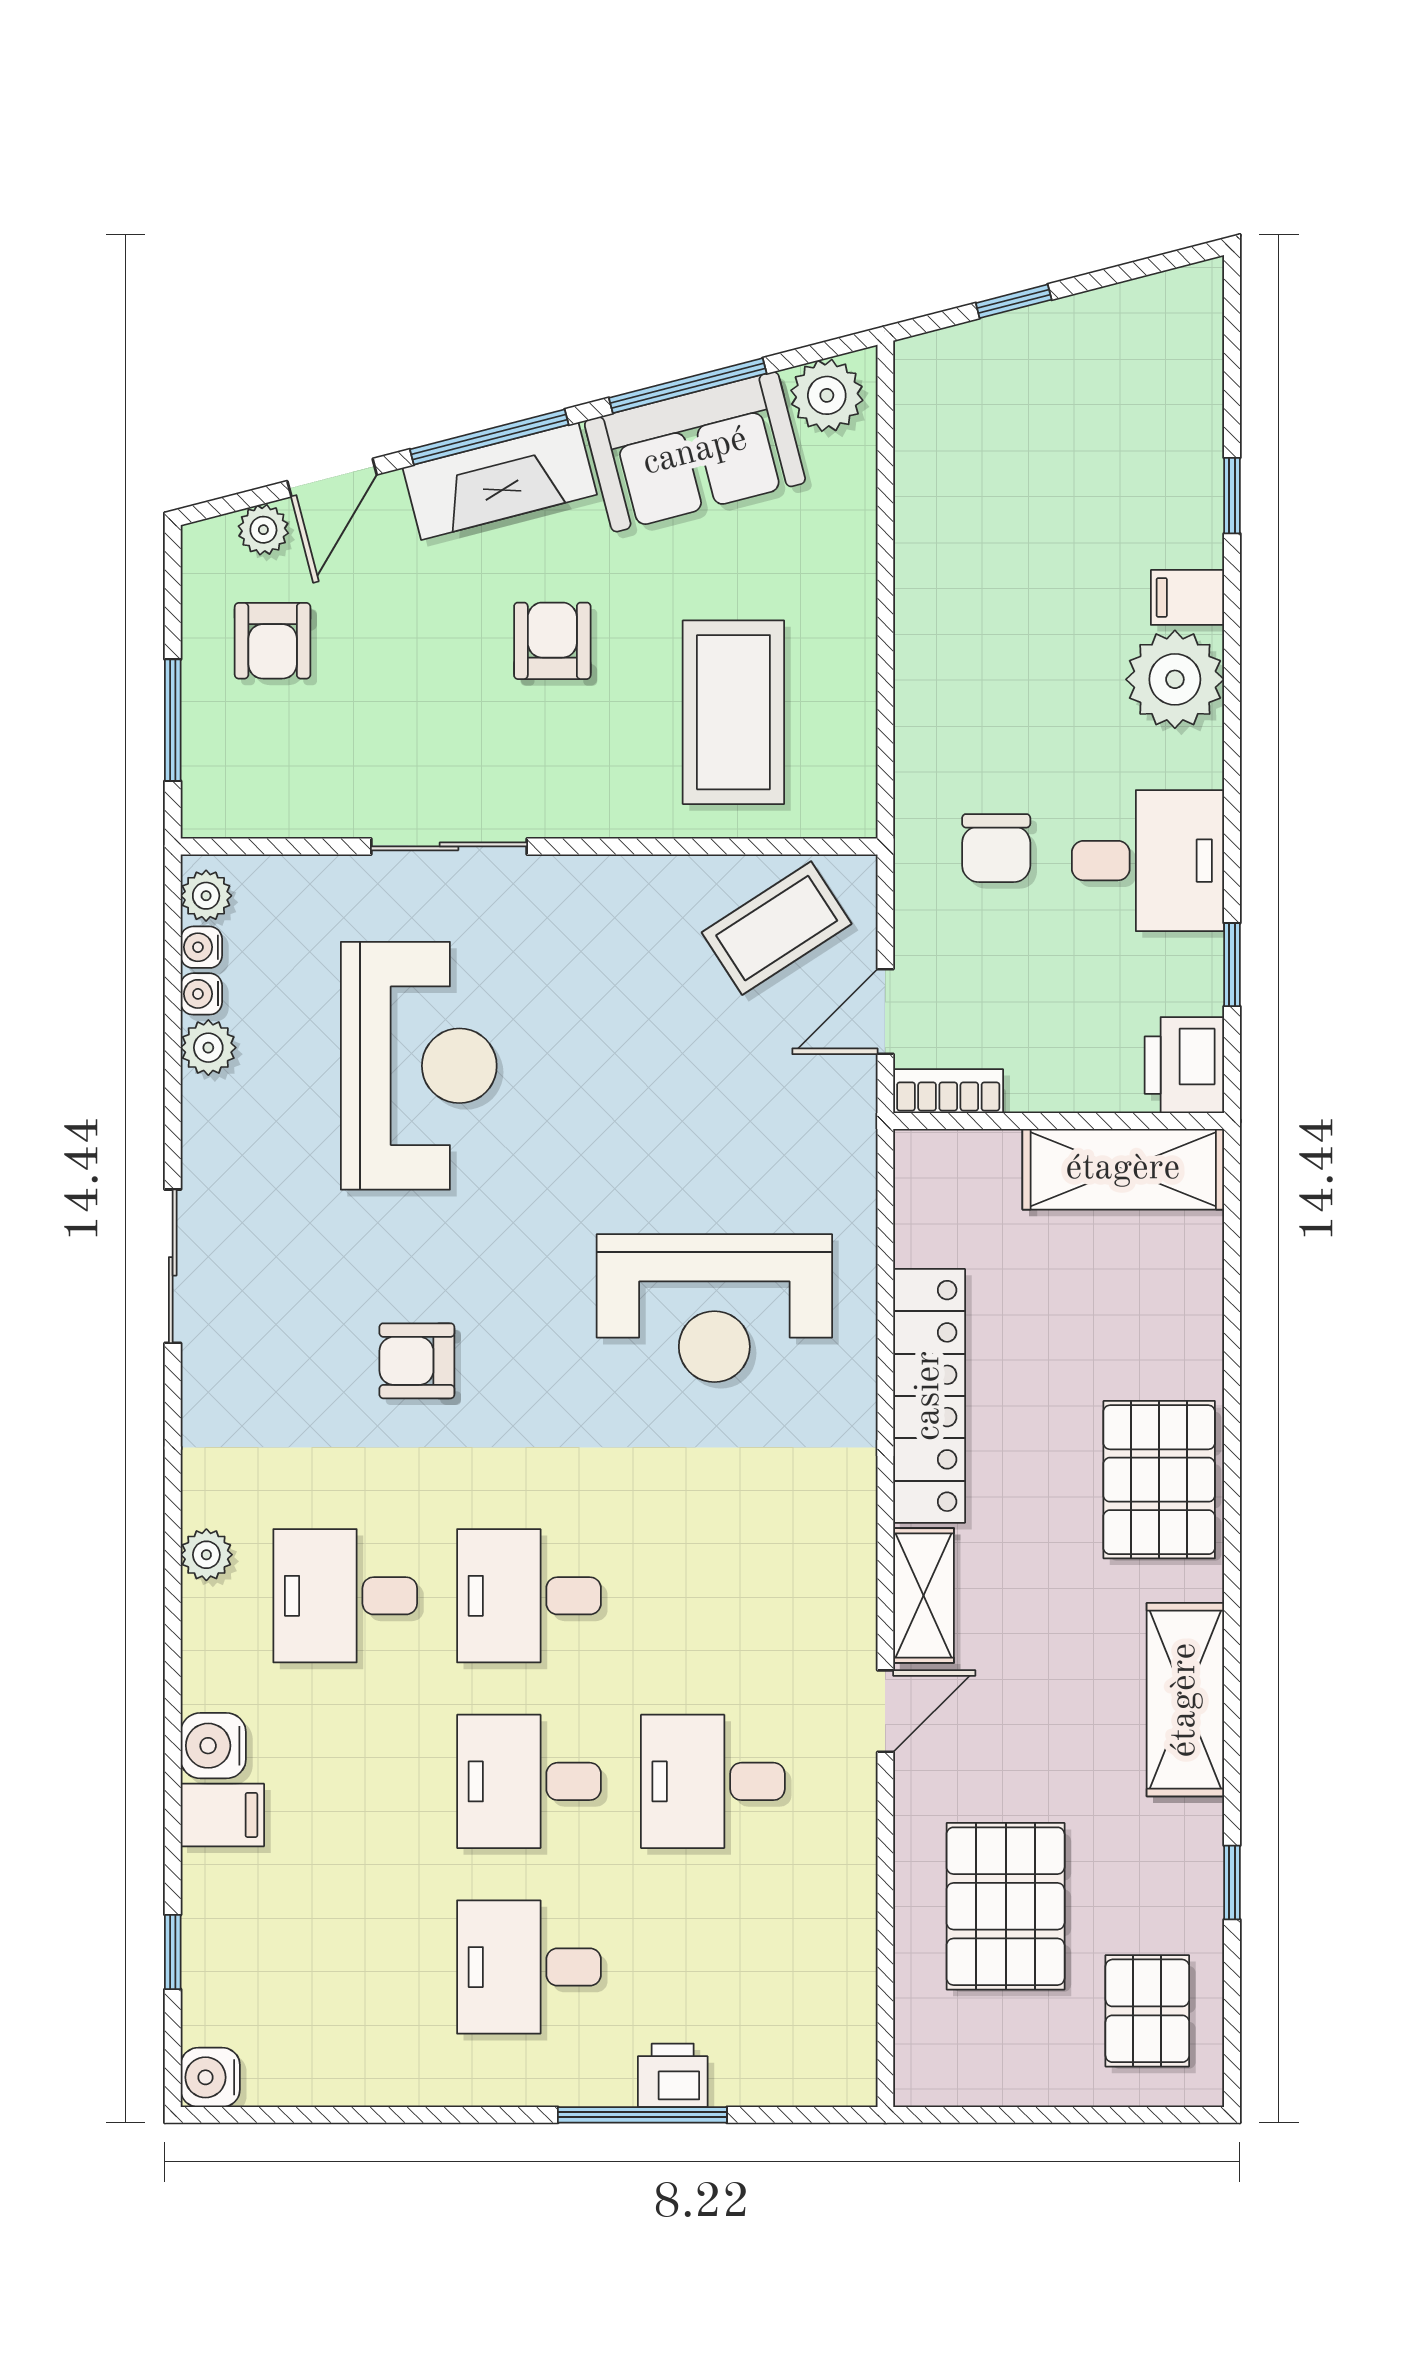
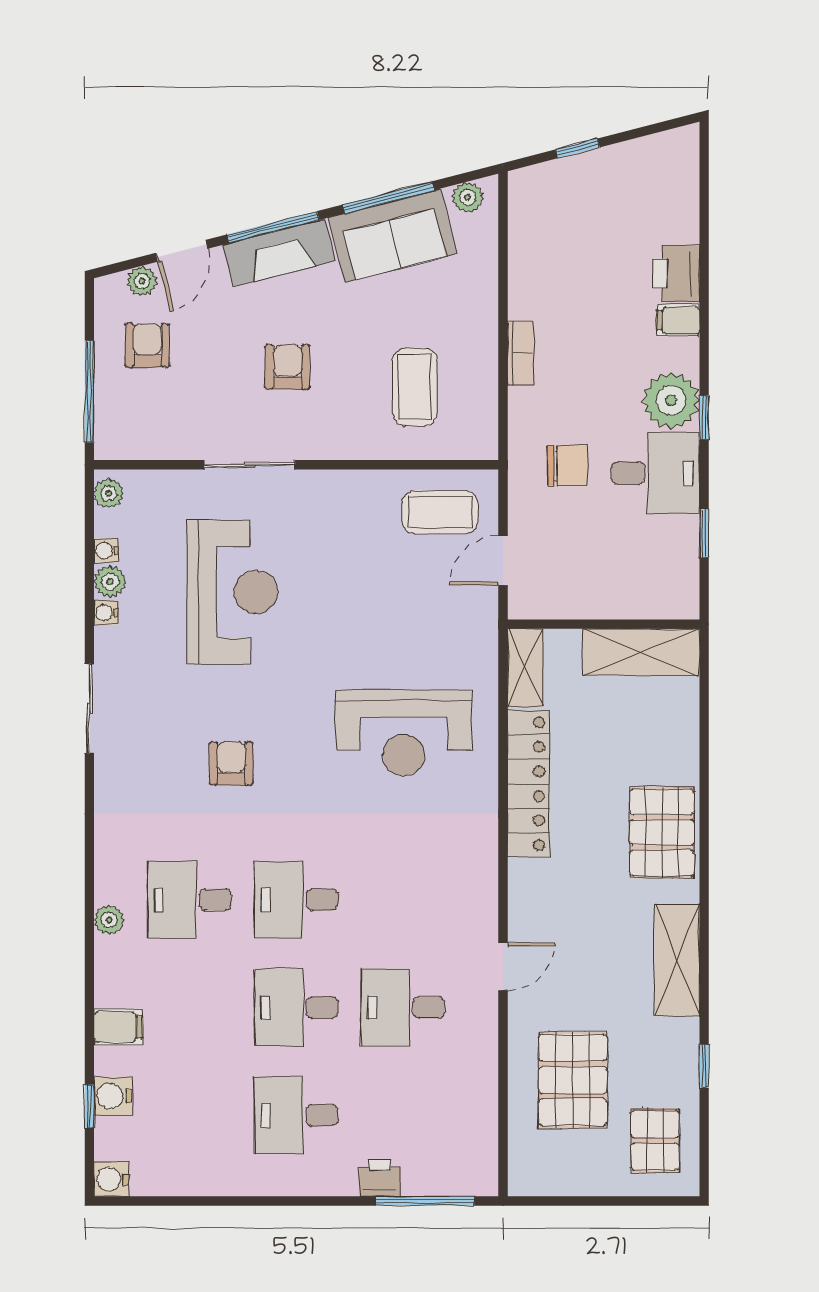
plant: (827, 395) -> (468, 197), width x0.73, depth x0.73
window: (1232, 496) -> (704, 418), moved
armchair: (273, 641) -> (147, 345), turned 180
armchair: (552, 641) -> (287, 367), moved
plant: (1175, 679) -> (671, 401), moved
coffee table: (733, 712) -> (415, 387), width x0.73, depth x0.76
window: (173, 720) -> (89, 392), width x1.44
chair: (996, 848) -> (567, 466), turned -90
coffee table: (777, 928) -> (440, 512), turned 33
water cooler: (201, 947) -> (106, 613), moved
printer: (1184, 1065) -> (677, 273), moved
bookcase: (948, 1091) -> (520, 353), moved, turned 90
armchair: (417, 1361) -> (231, 763), turned 90
plant: (206, 1555) -> (109, 920), moved
shelving: (924, 1595) -> (525, 668), moved
water cooler: (213, 1746) -> (113, 1096), moved
window: (642, 2115) -> (425, 1201), moved

